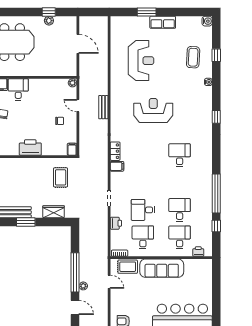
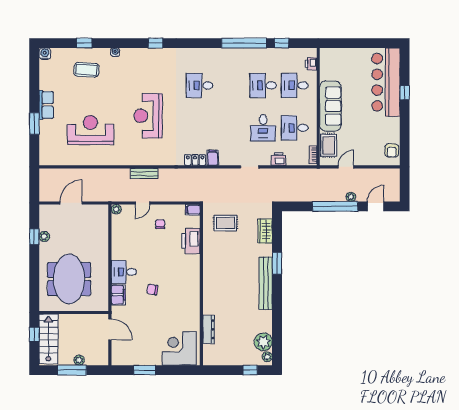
printer: (30, 148) -> (191, 241), moved

